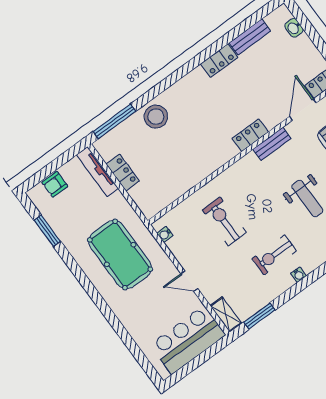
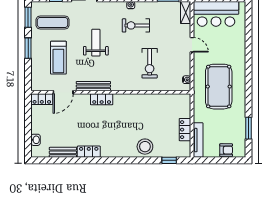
window: (114, 121) -> (169, 160), width x0.46
bench: (272, 144) -> (93, 86), width x1.36
exercise bike: (274, 255) -> (136, 25), turned 180

